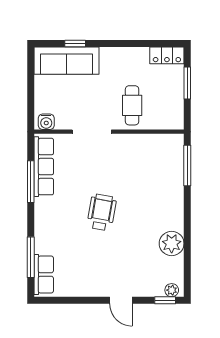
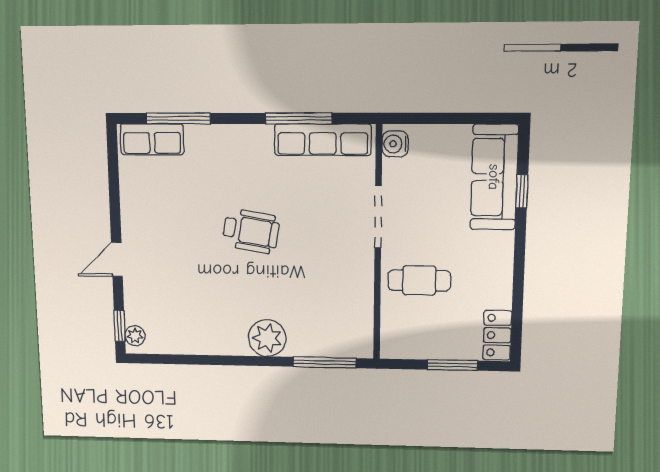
plant: (172, 243) -> (267, 338), moved

